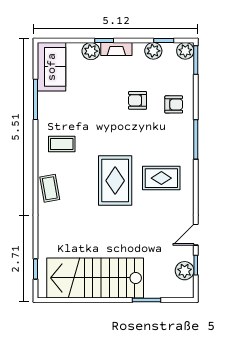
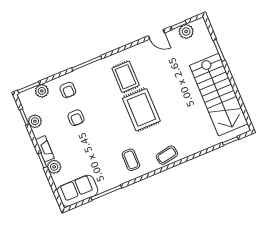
plant: (185, 51) -> (42, 91), moved
armchair: (174, 104) -> (68, 90), turned 180
rug: (115, 181) -> (141, 110), turned 90

